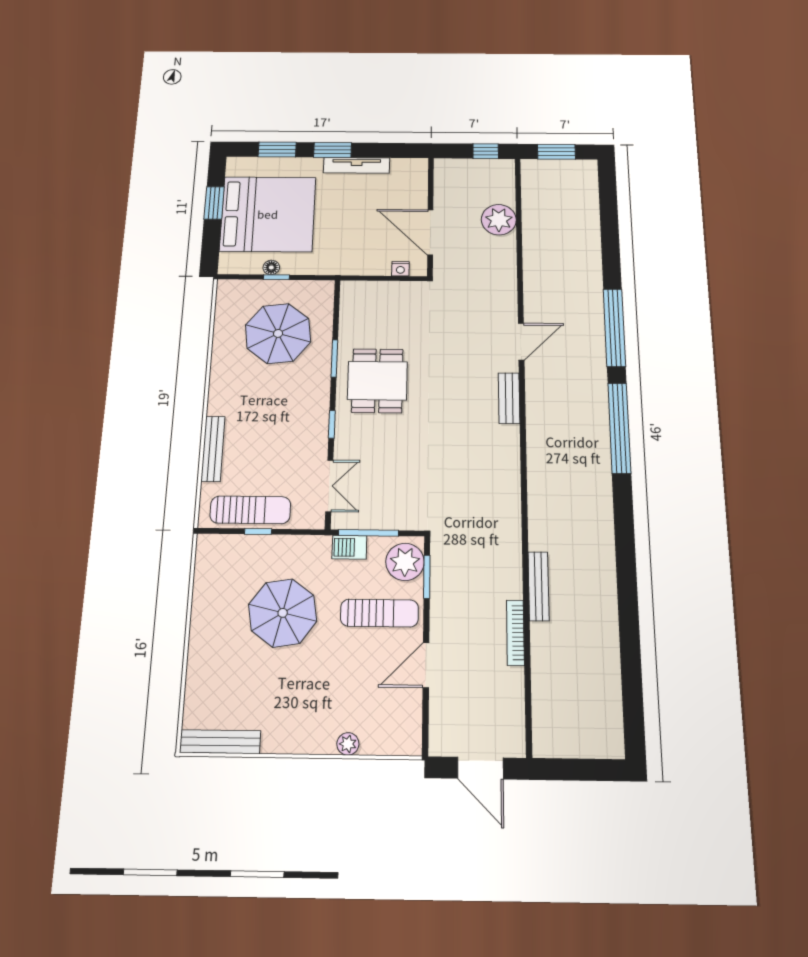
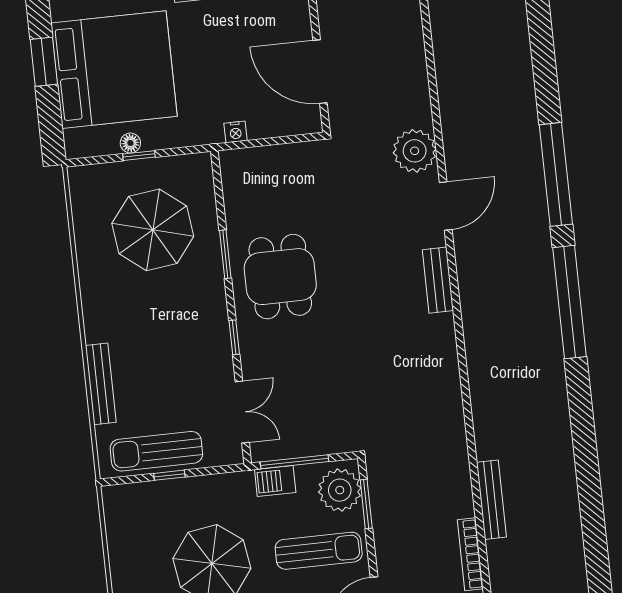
plant: (499, 220) -> (415, 151), moved
nightstand: (400, 269) -> (236, 132), moved
sun lounger: (250, 510) -> (156, 451), turned 180

